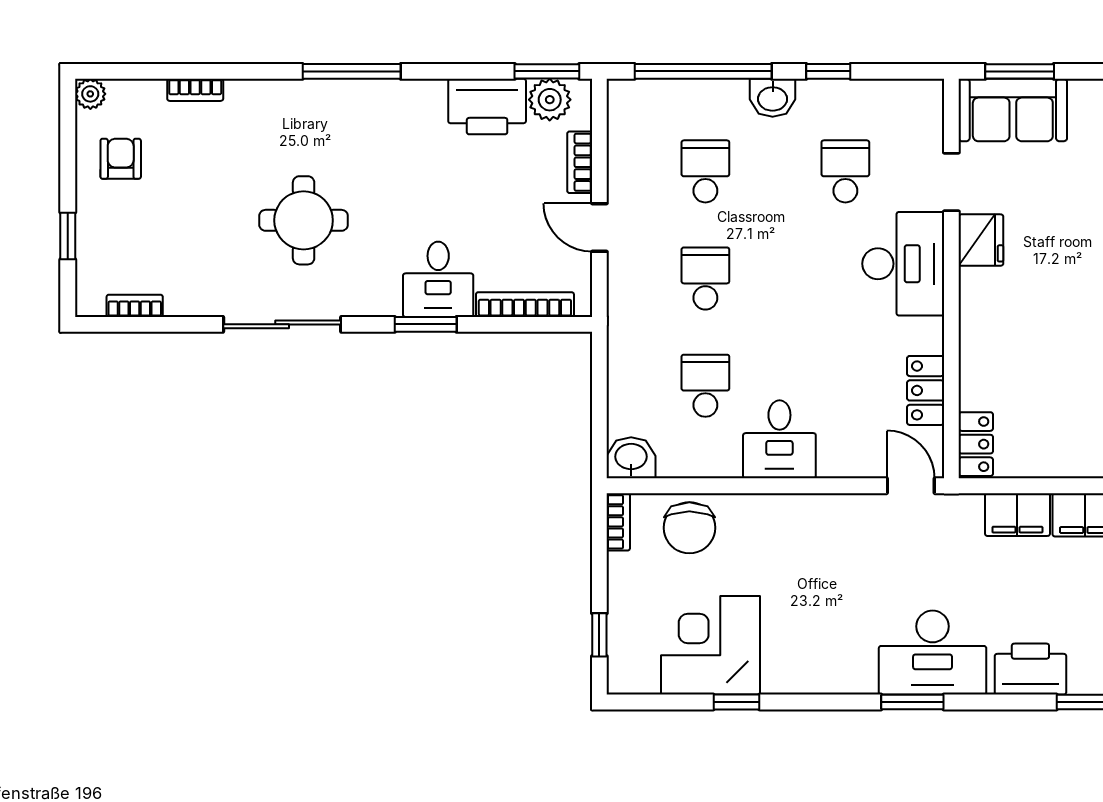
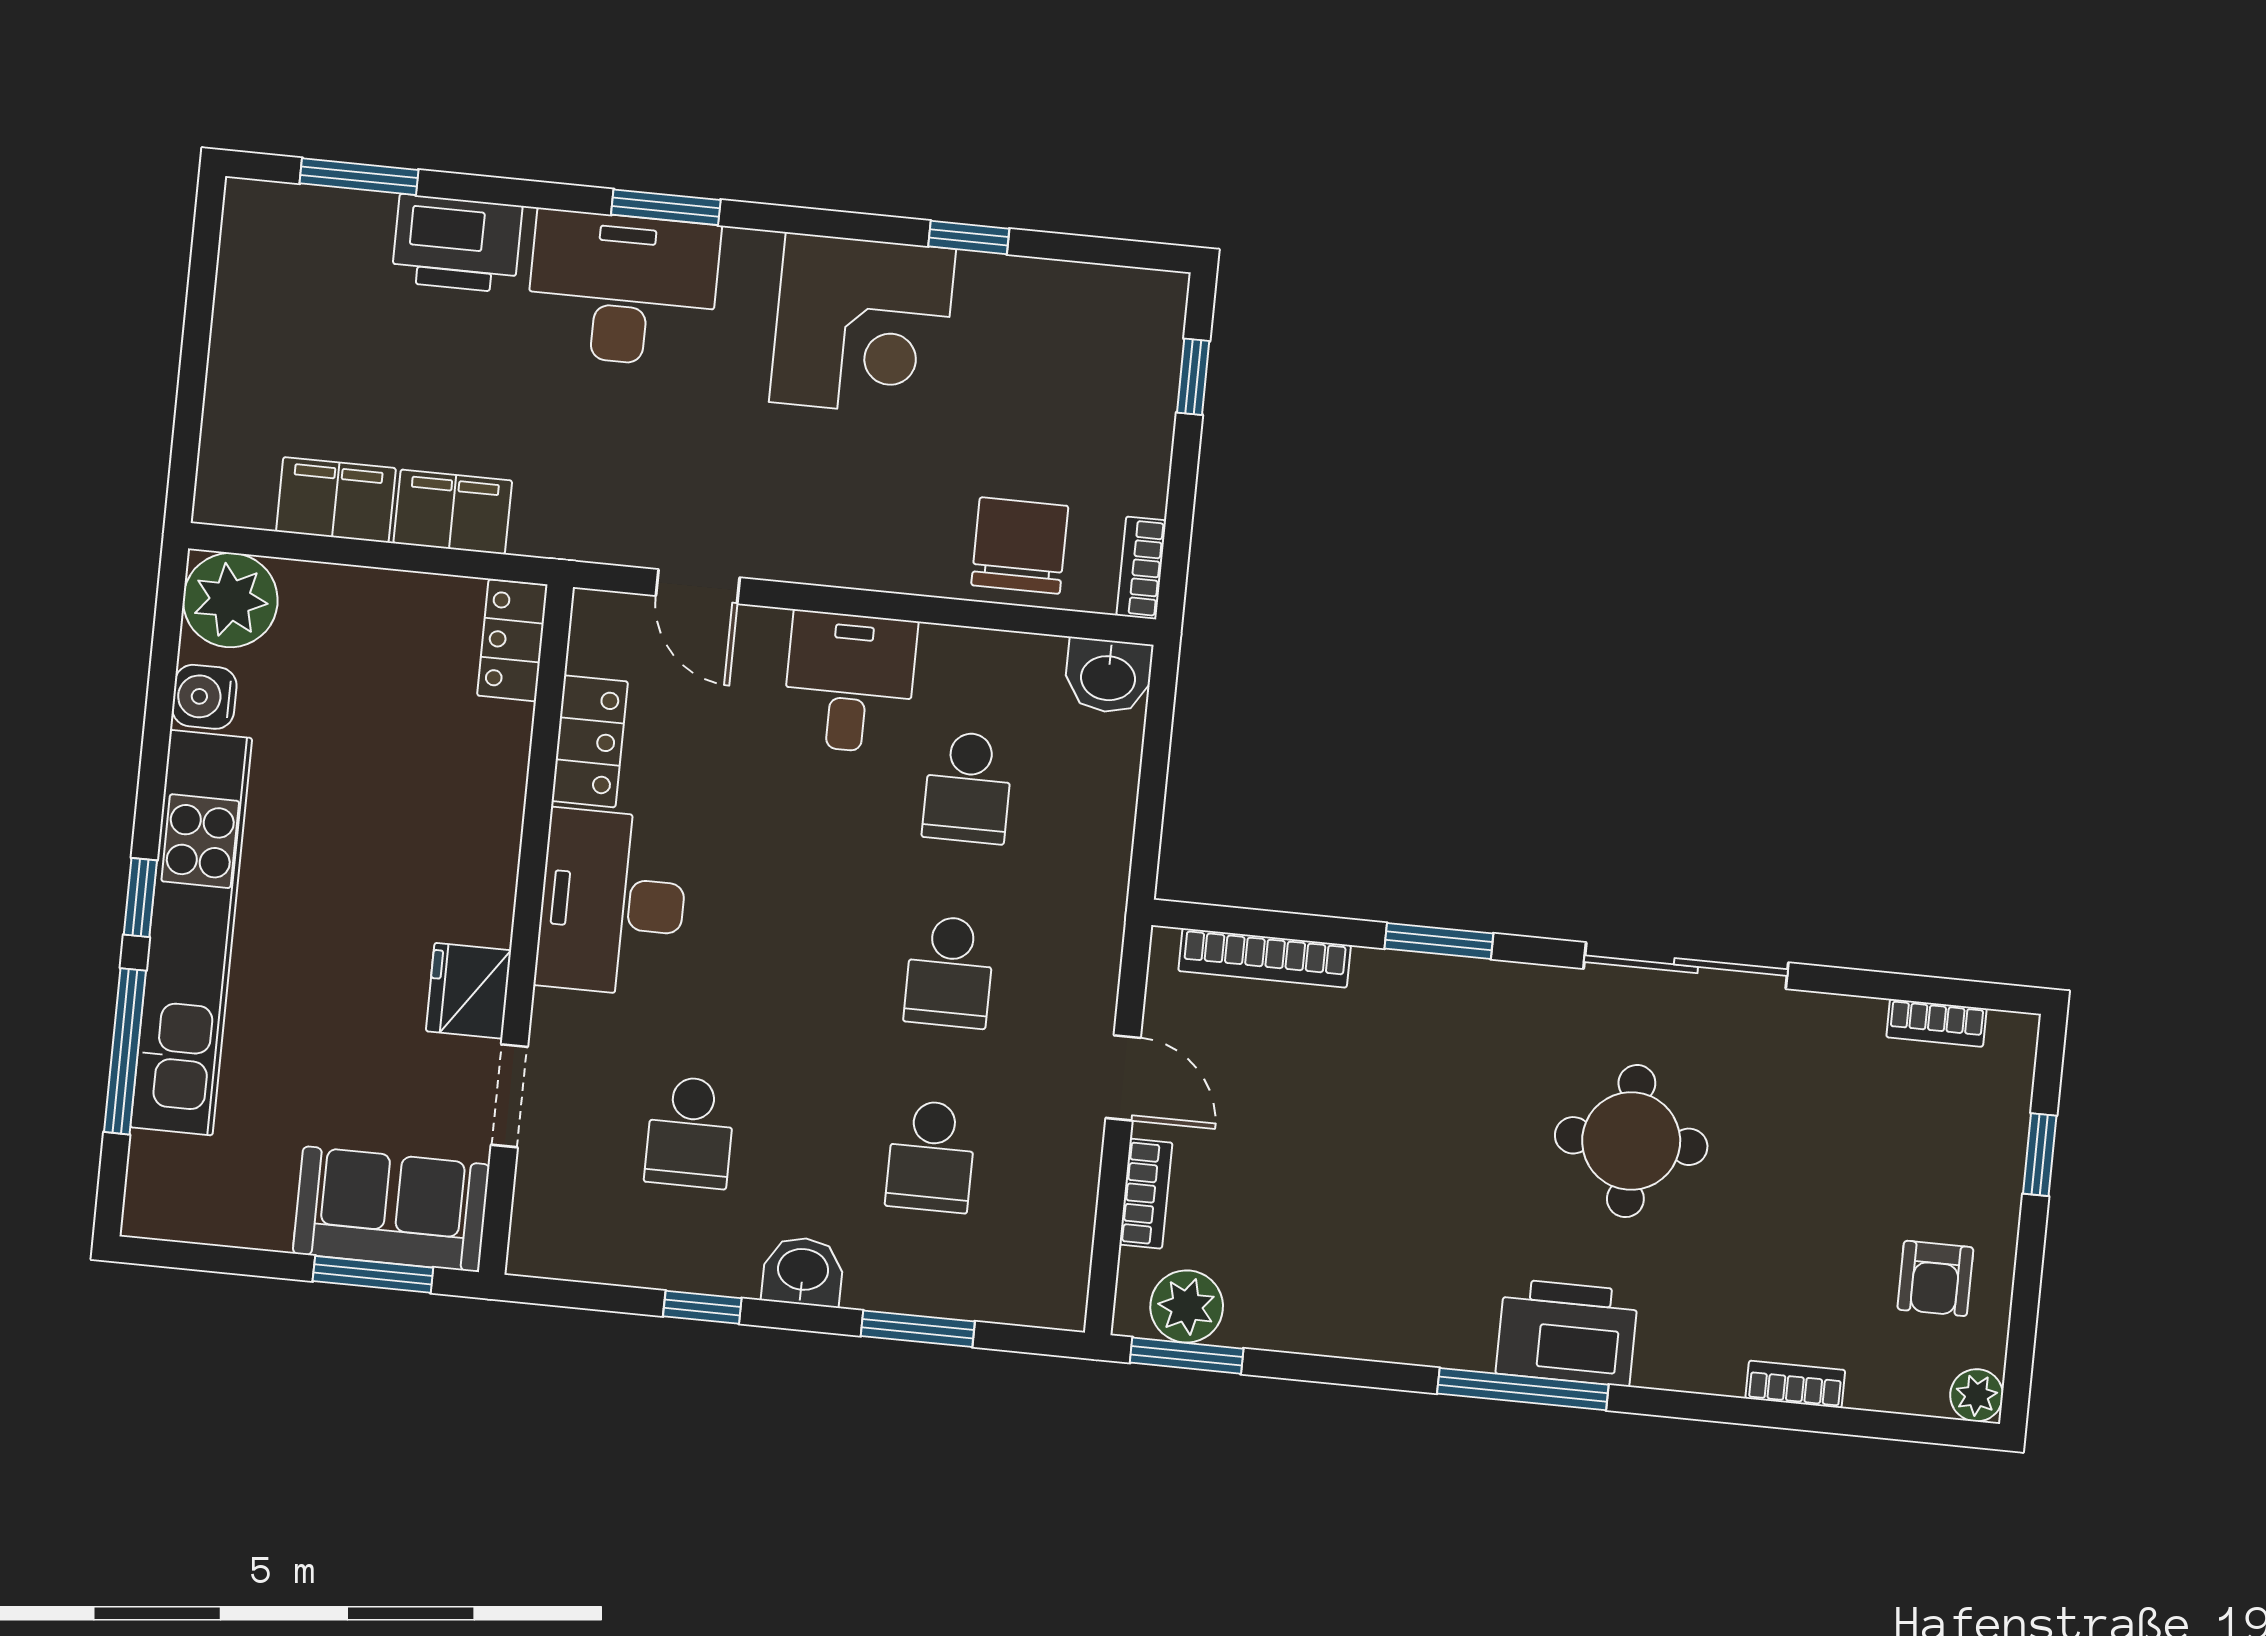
window: (703, 71) -> (918, 1329), width x0.47
printer: (487, 107) -> (1567, 1332), moved
desk: (903, 264) -> (612, 903), moved
desk: (438, 279) -> (1410, 1016), removed
door: (911, 486) -> (698, 587), moved
corner desk: (710, 645) -> (863, 326), moved

